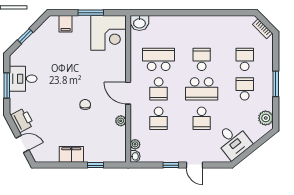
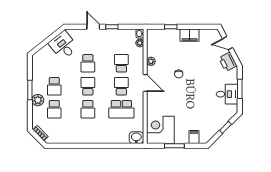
school desk: (202, 89) -> (88, 86), width x0.54
school desk: (202, 118) -> (88, 63), turned 180
plant: (266, 118) -> (38, 100), moved

